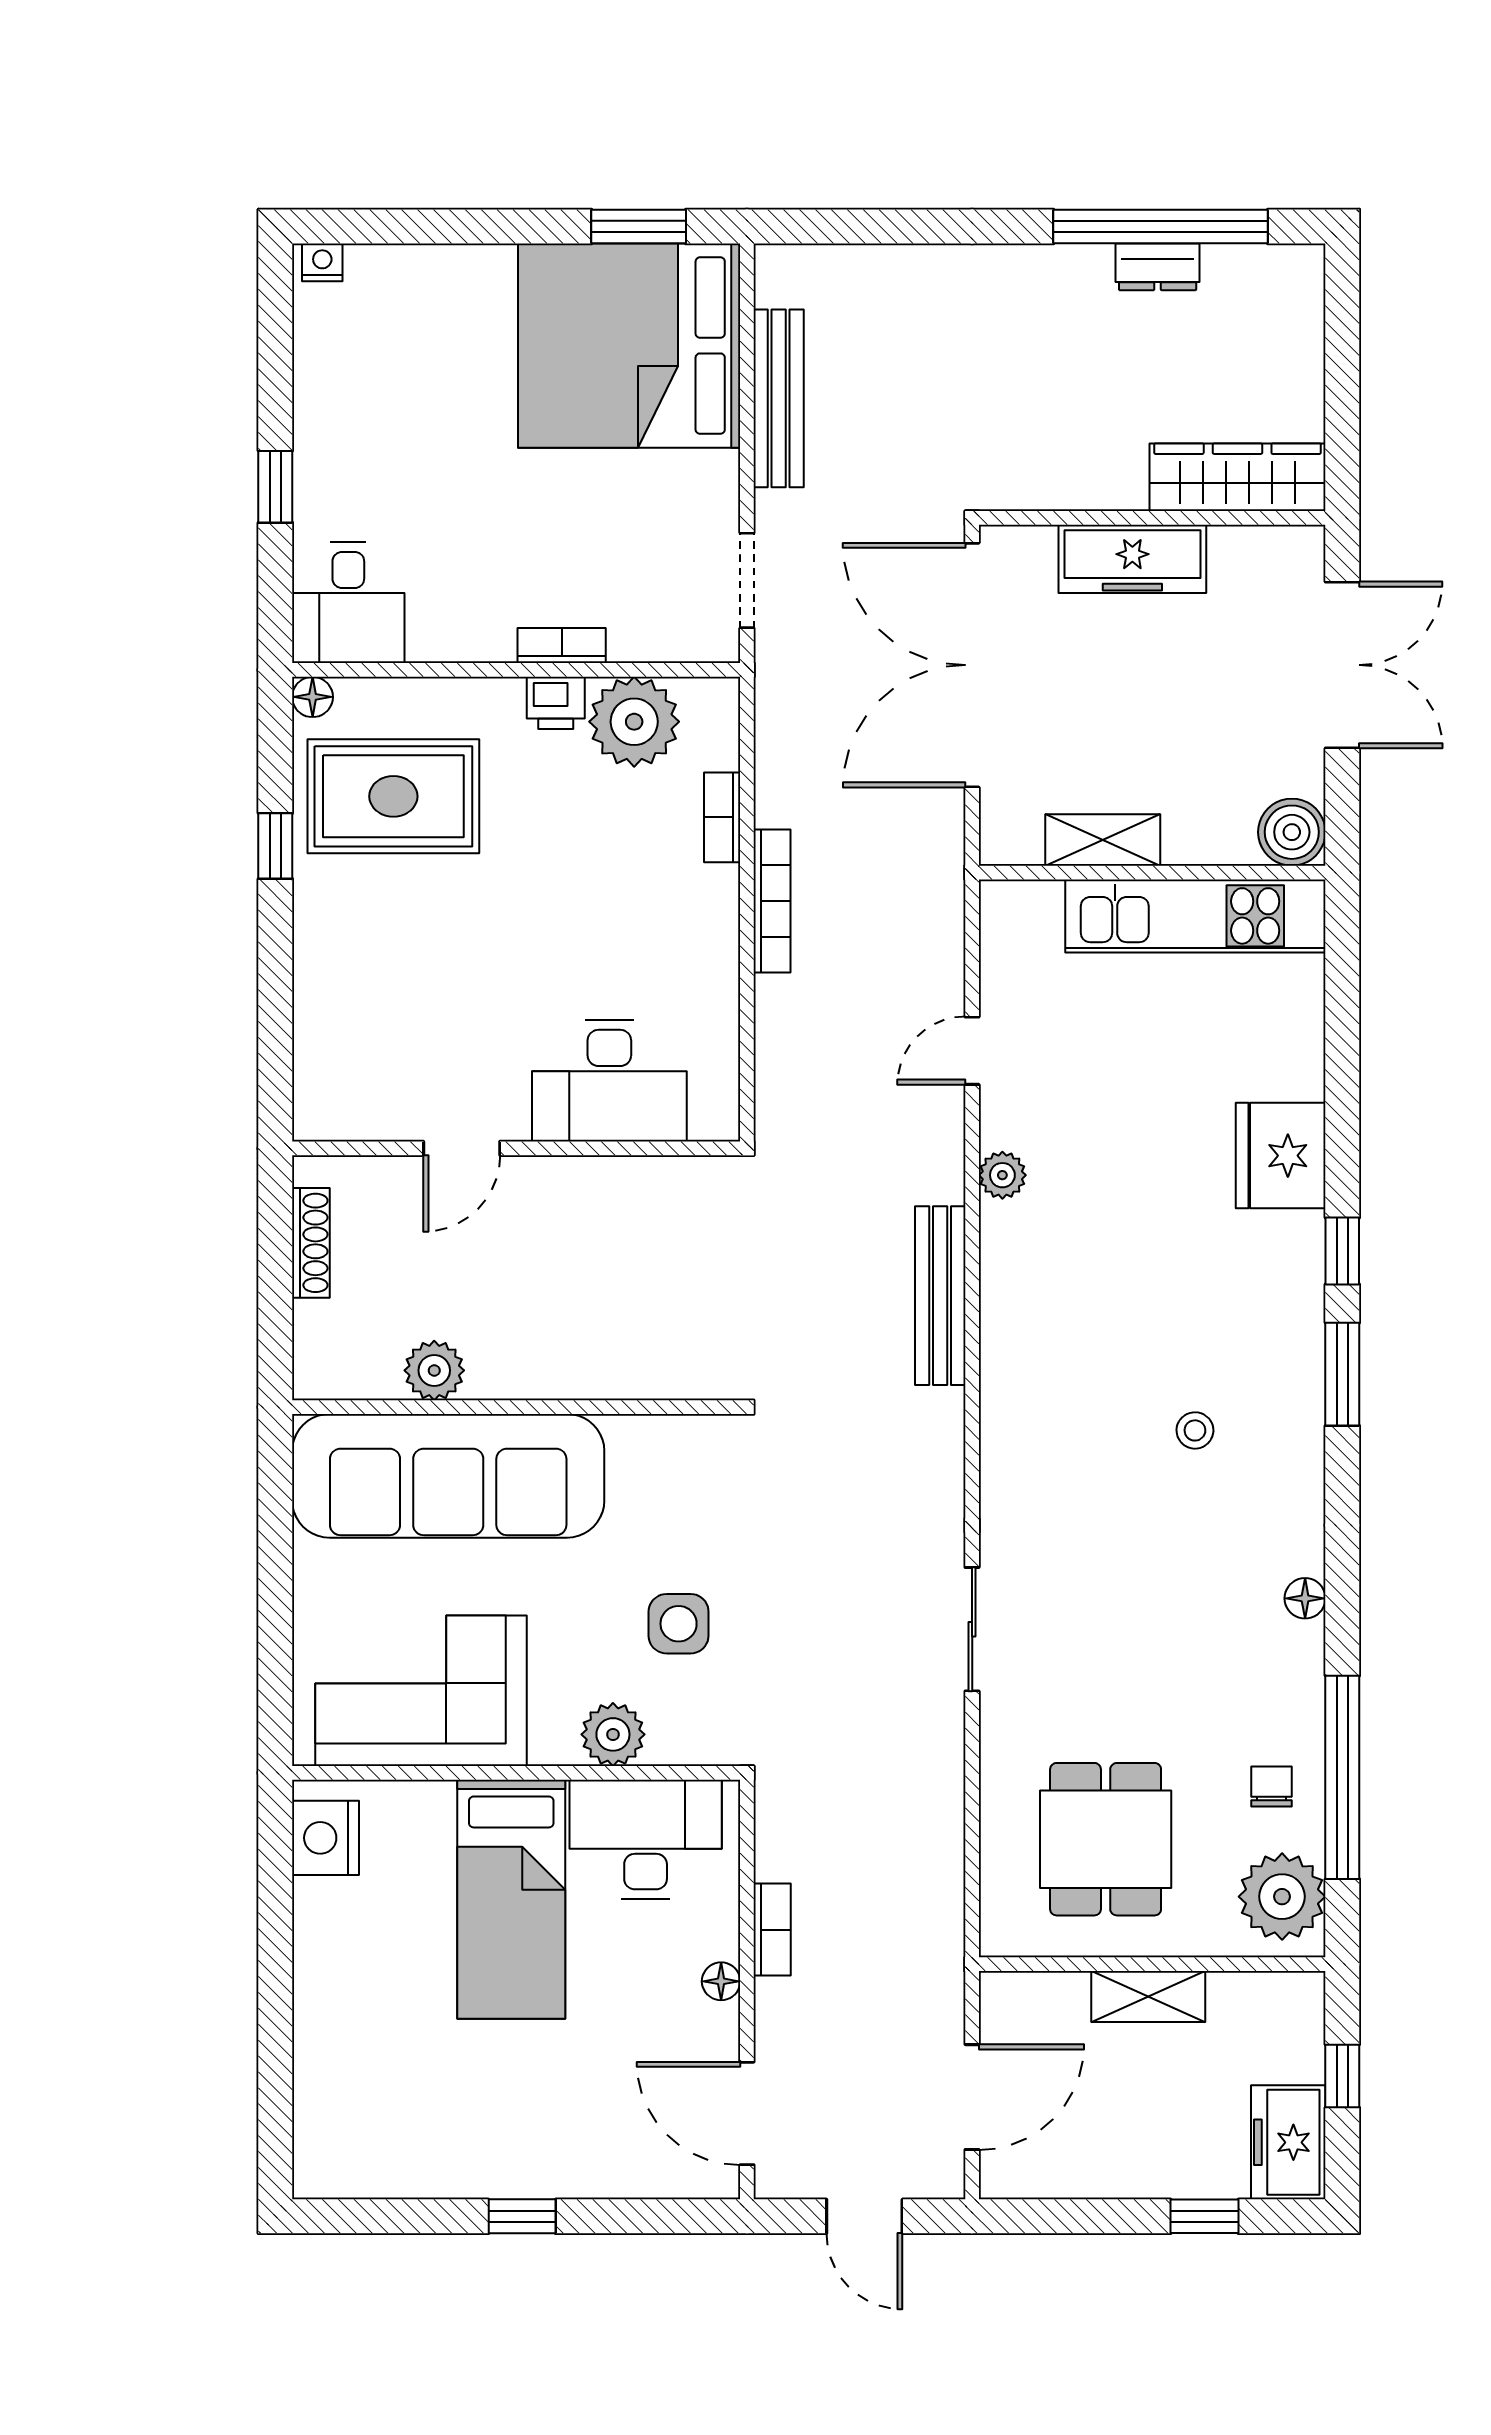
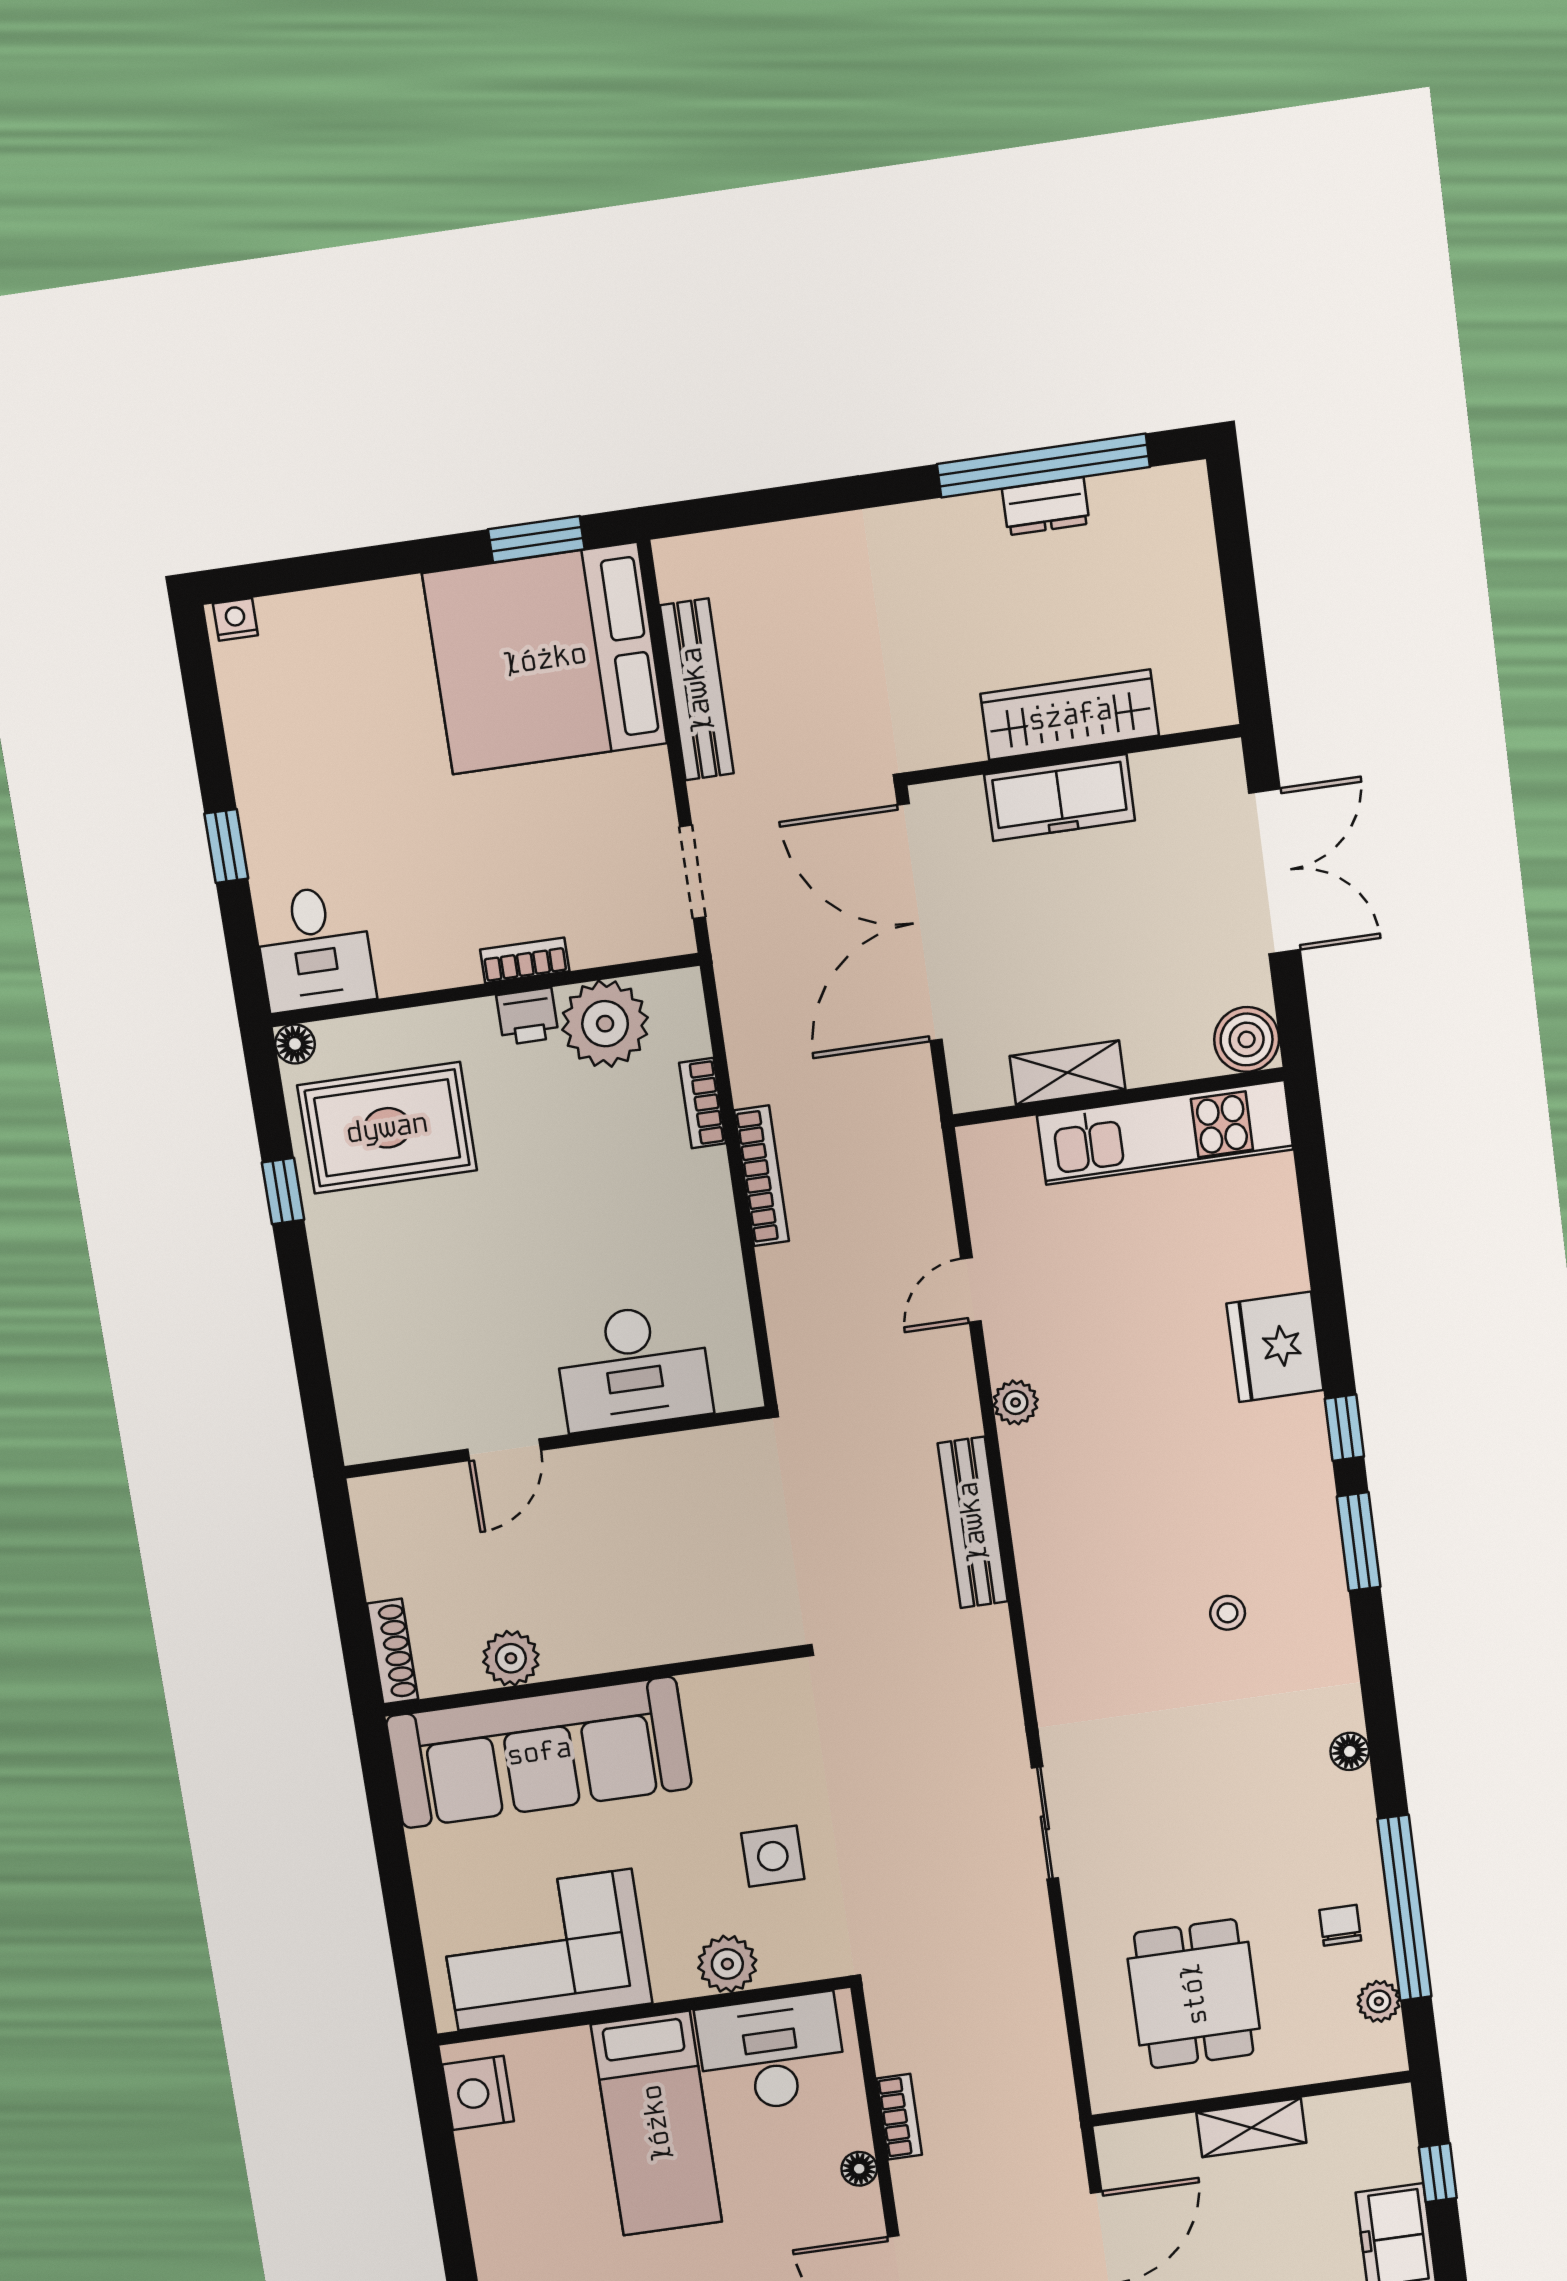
wardrobe: (1238, 477) -> (1070, 715), moved
shoe rack: (311, 1243) -> (392, 1651), moved
plant: (1282, 1897) -> (1379, 2001), width x0.53, depth x0.53

